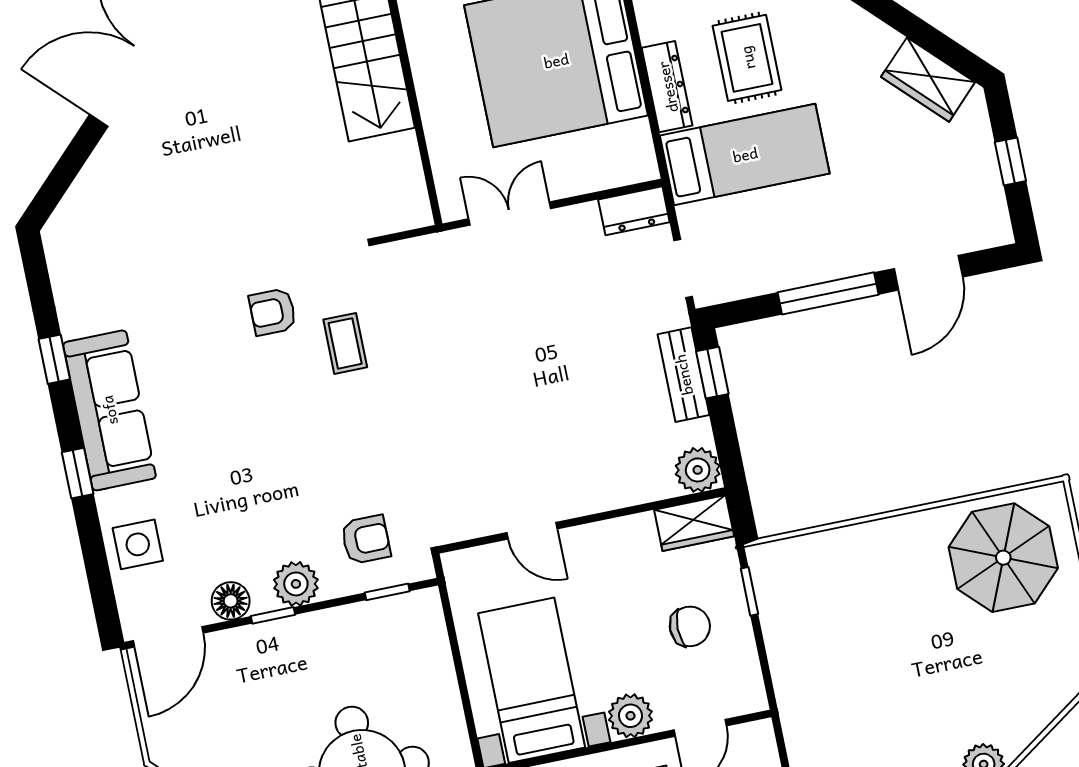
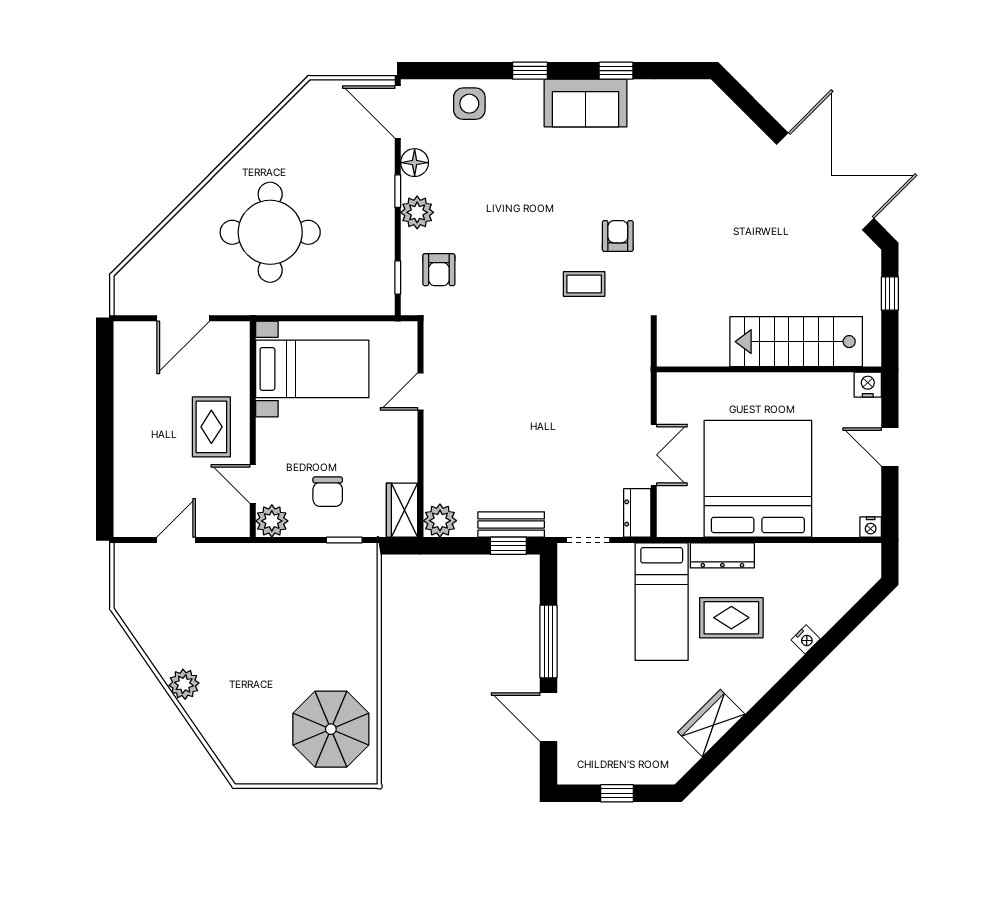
wardrobe: (928, 80) -> (711, 723), moved
double door: (510, 214) -> (654, 455), moved
sofa: (109, 410) -> (586, 103), width x0.73
plant: (630, 716) -> (272, 521), moved

